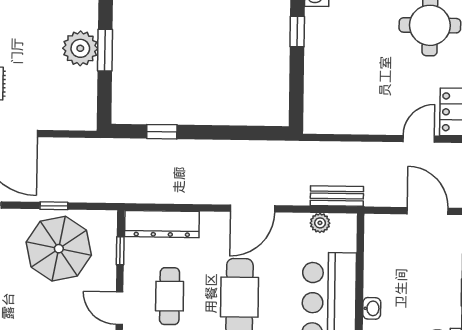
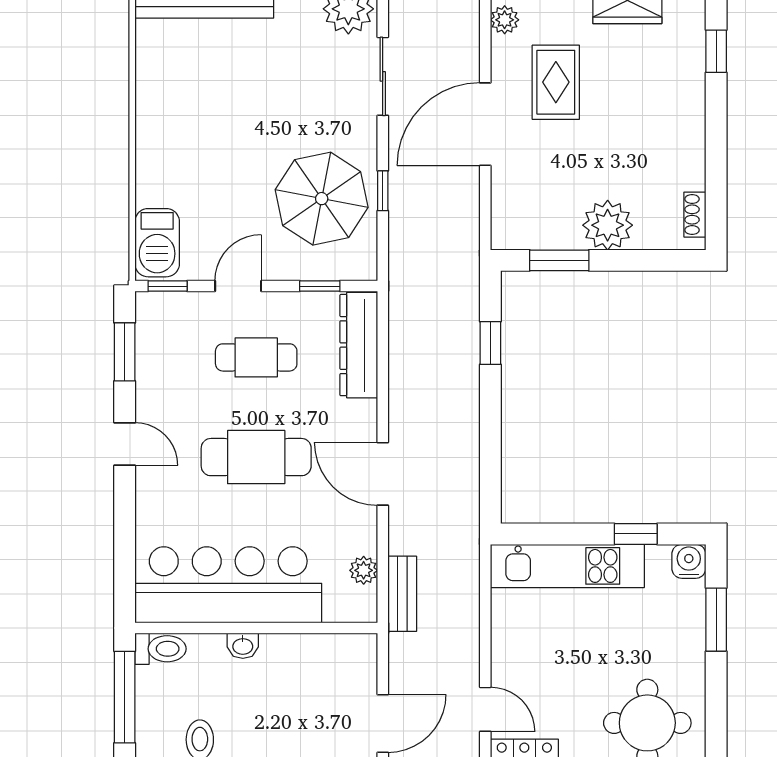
window: (105, 50) -> (559, 260), moved
kitchen unit: (319, 80) -> (567, 566), added

